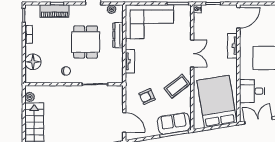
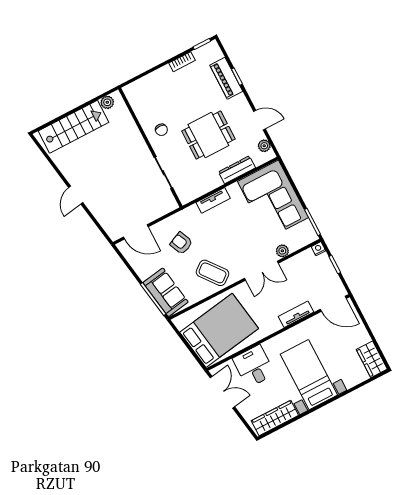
plant: (186, 33) -> (282, 251), added
floor lamp: (33, 62) -> (152, 84), removed
door: (124, 122) -> (136, 232), hinge flipped

